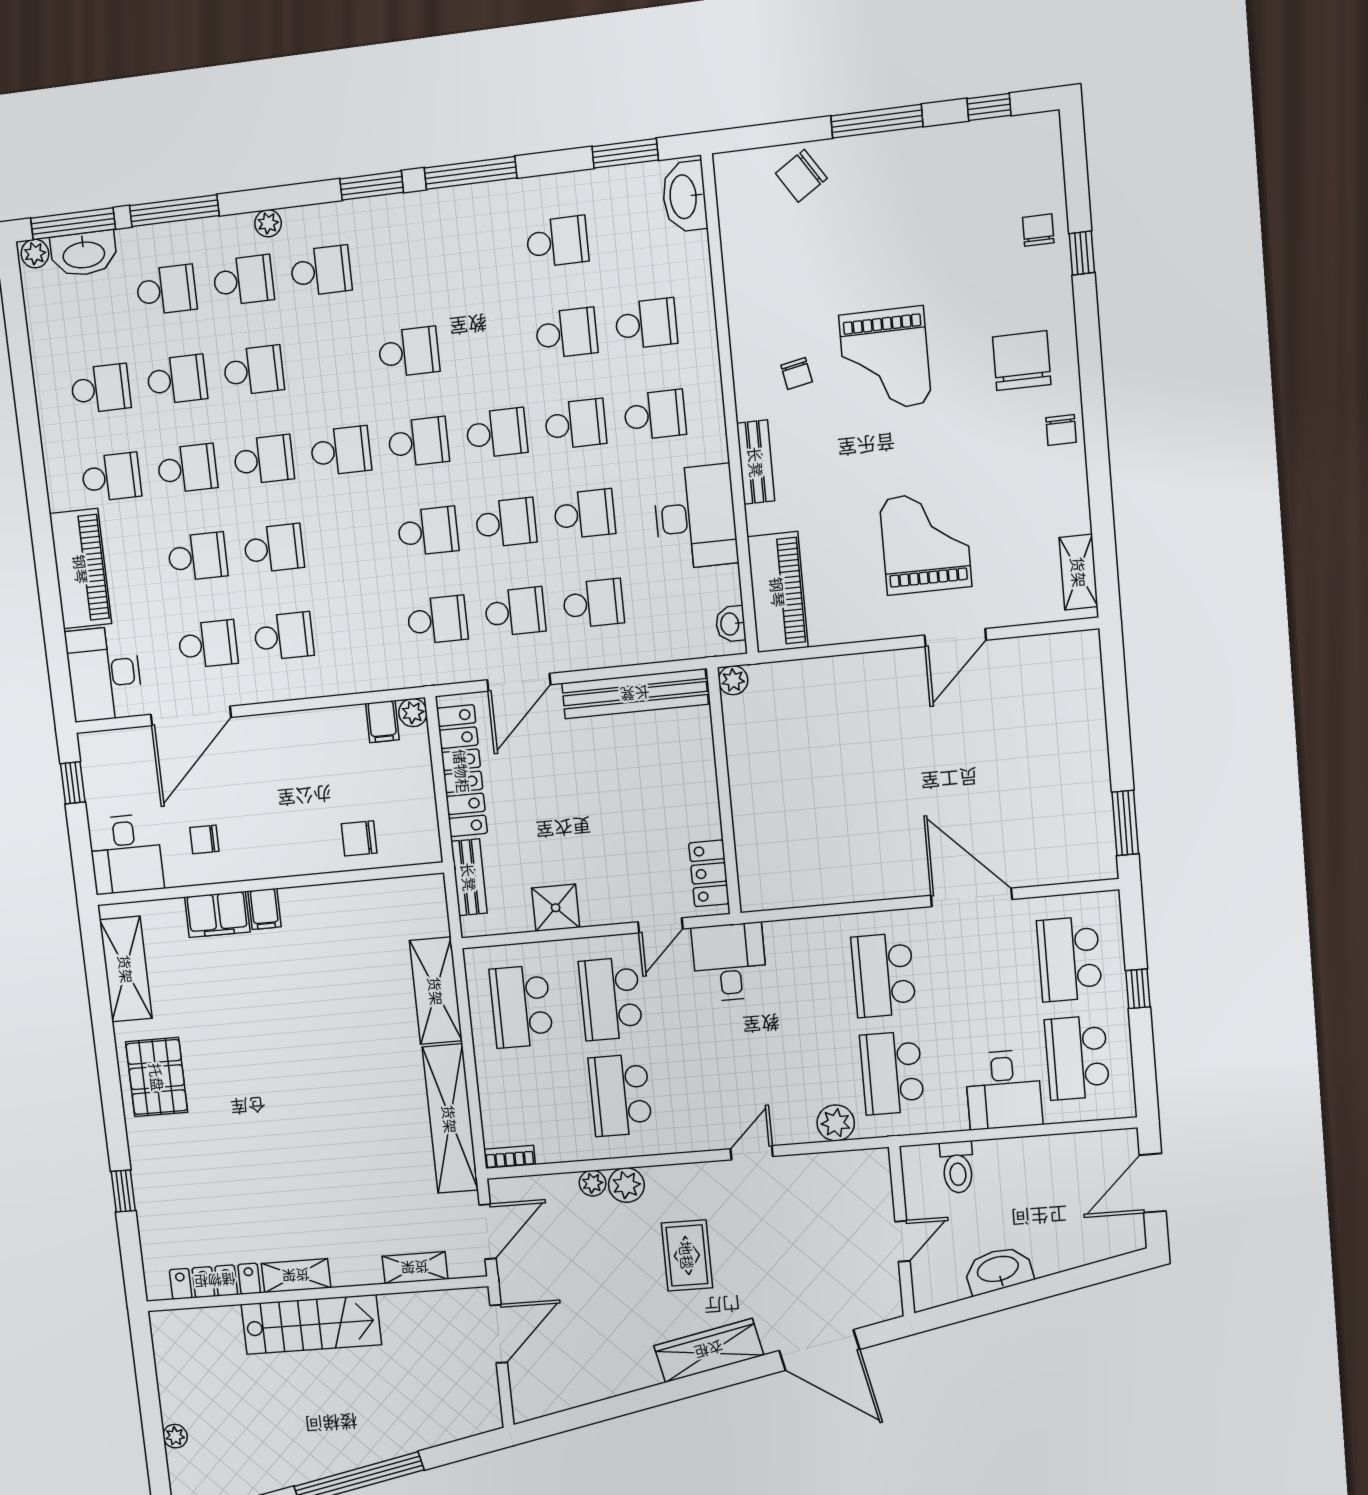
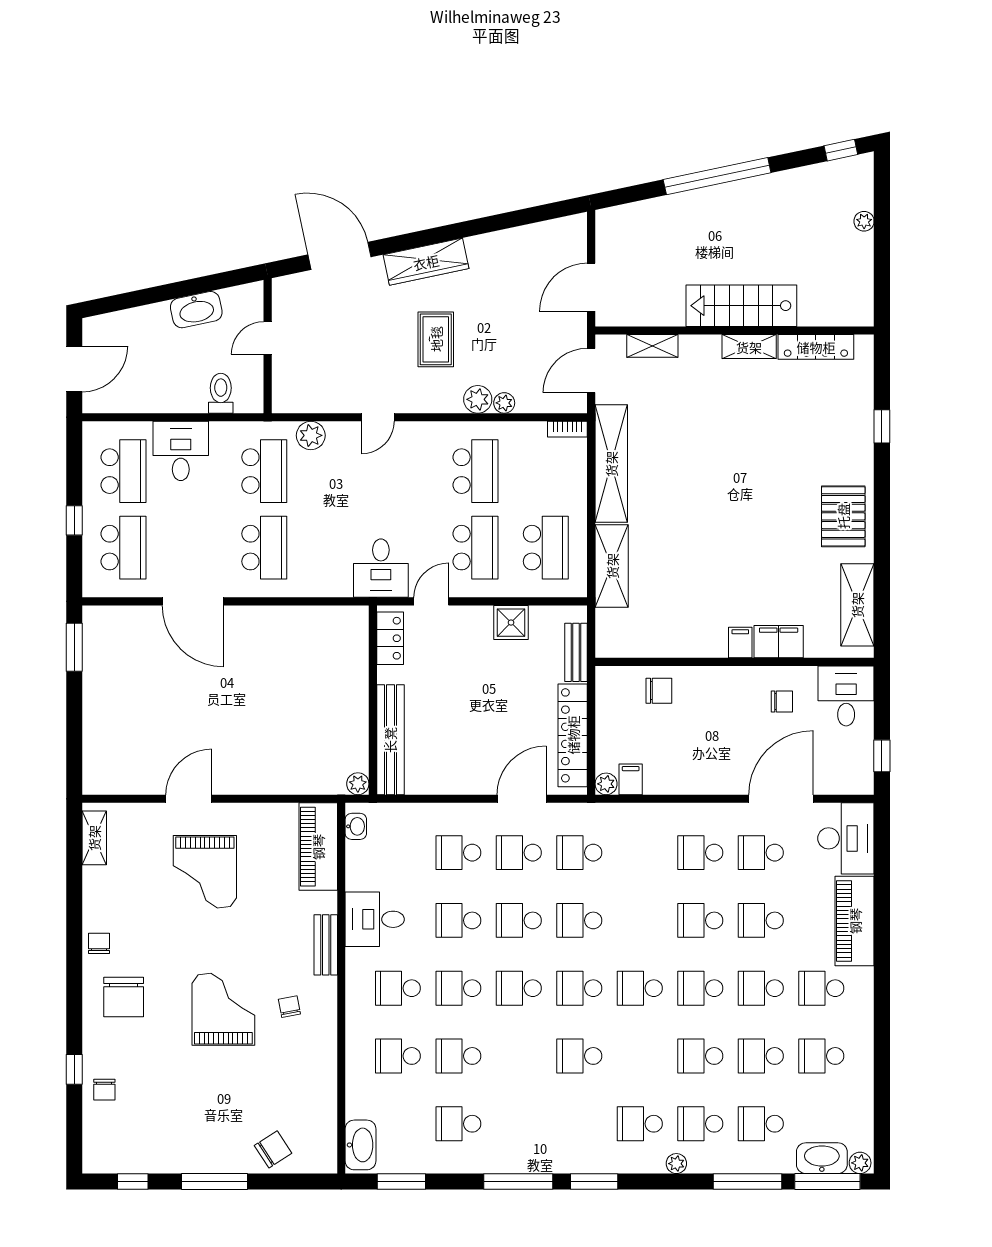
desk: (695, 517) -> (375, 919), width x0.73
bench: (635, 694) -> (390, 740), moved, turned 90

